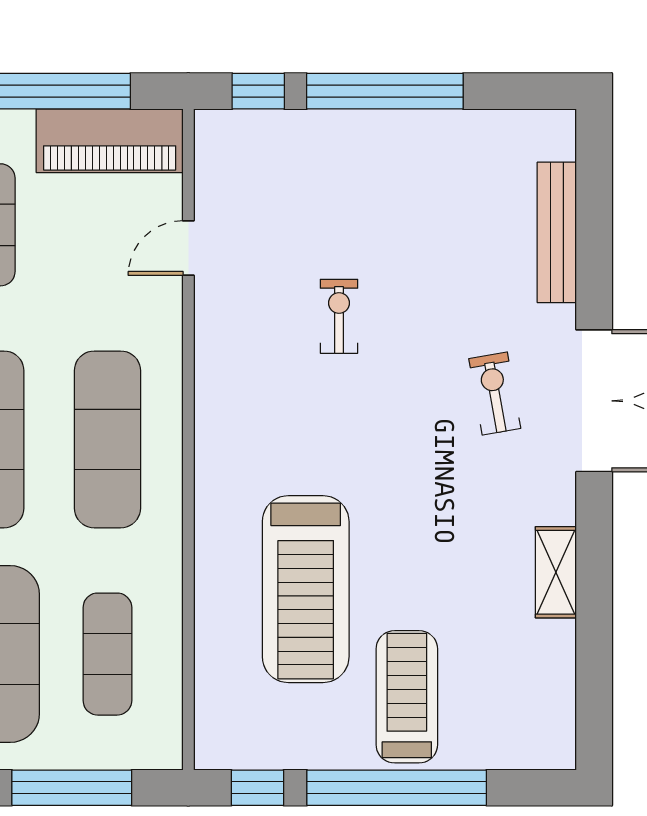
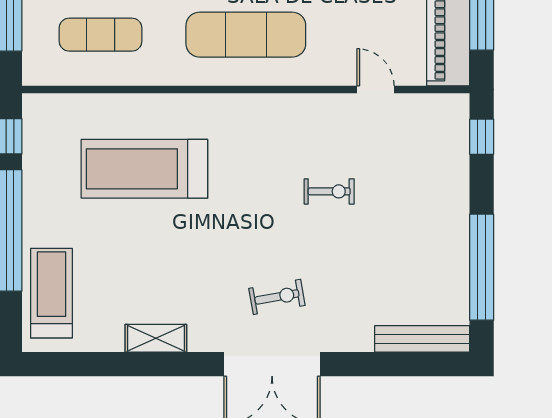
window: (385, 91) -> (482, 267), moved
bench: (557, 232) -> (422, 339), moved
treadmill: (407, 697) -> (51, 293), moved, turned -90

